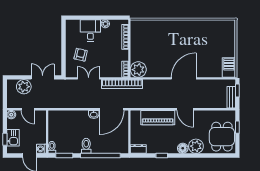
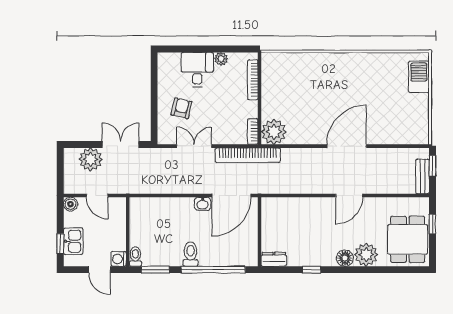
barbecue: (229, 67) -> (419, 77), moved
door: (185, 109) -> (349, 196), hinge flipped
piano: (158, 118) -> (305, 209), removed

